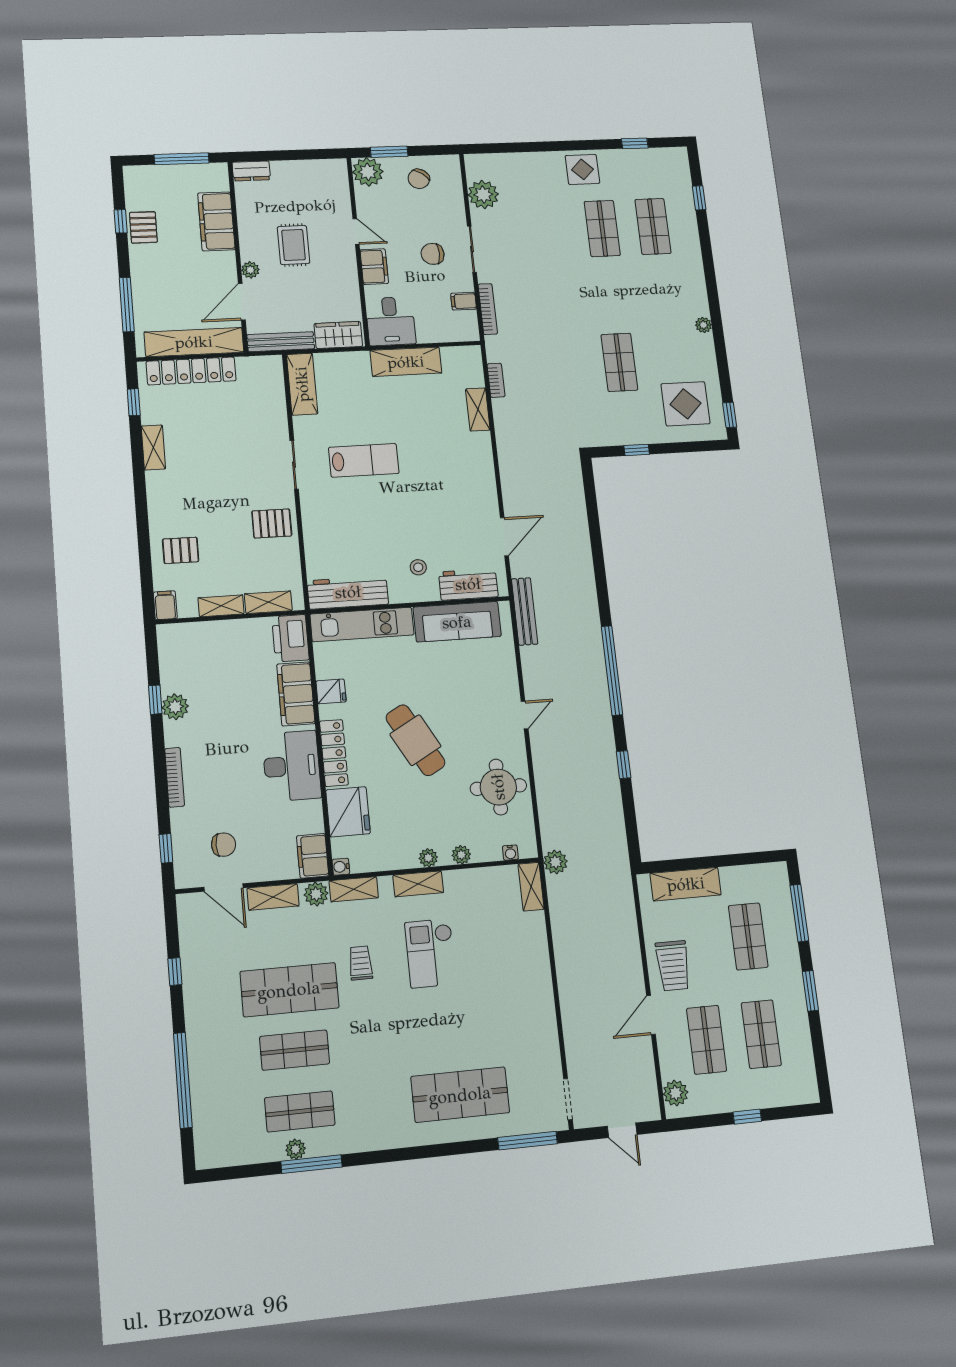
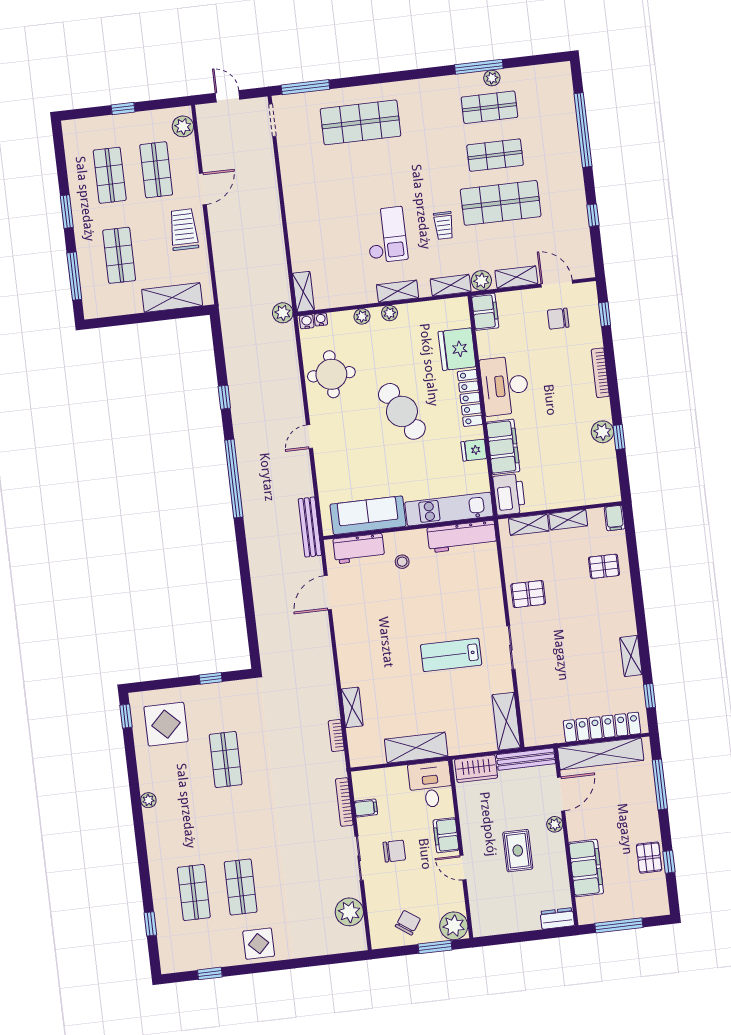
water cooler: (341, 867) -> (307, 322), moved, turned -90

